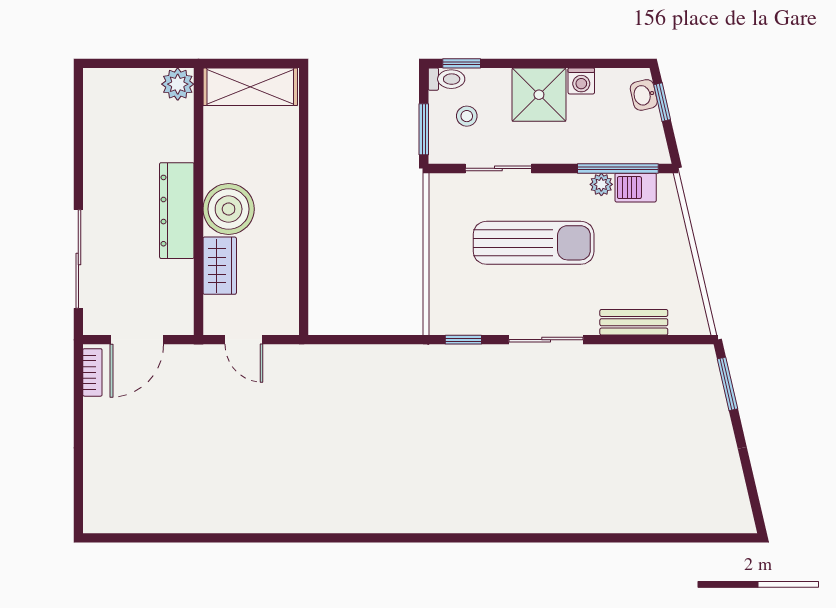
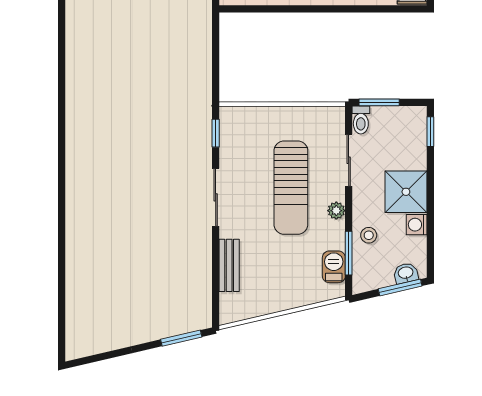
toilet: (446, 79) -> (361, 120), moved
window: (662, 102) -> (400, 287), width x1.50
stool: (467, 116) -> (369, 235), moved
window: (618, 168) -> (349, 253), width x0.69
plant: (601, 184) -> (336, 211), moved

